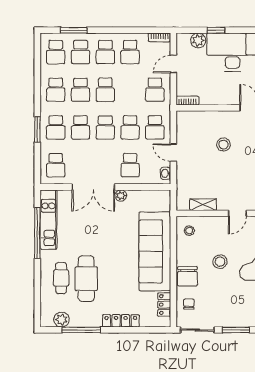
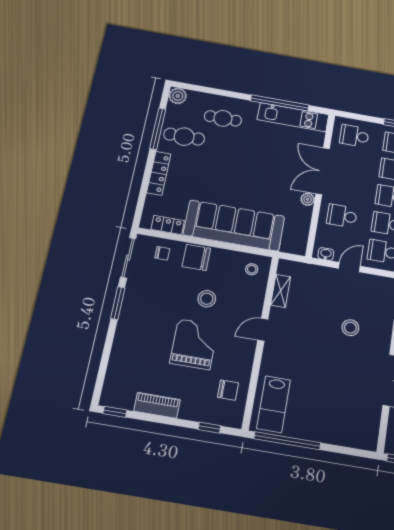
door: (237, 213) -> (263, 330), hinge flipped
cafe table: (86, 279) -> (184, 137), moved, width x0.73, depth x0.74
plant: (62, 320) -> (178, 96), moved

